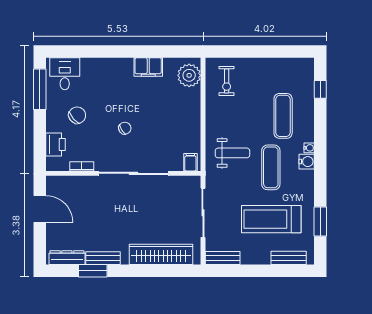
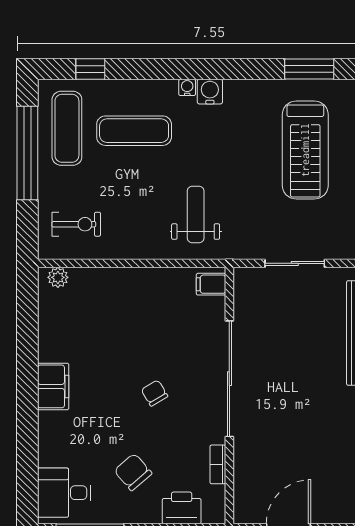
window: (270, 52) -> (27, 153), added
filing cabinet: (148, 67) -> (53, 386), moved
plant: (189, 75) -> (58, 277), width x0.53, depth x0.53
exercise mat: (271, 167) -> (67, 128), moved, turned 90
sliding door: (203, 213) -> (295, 263), width x0.73

